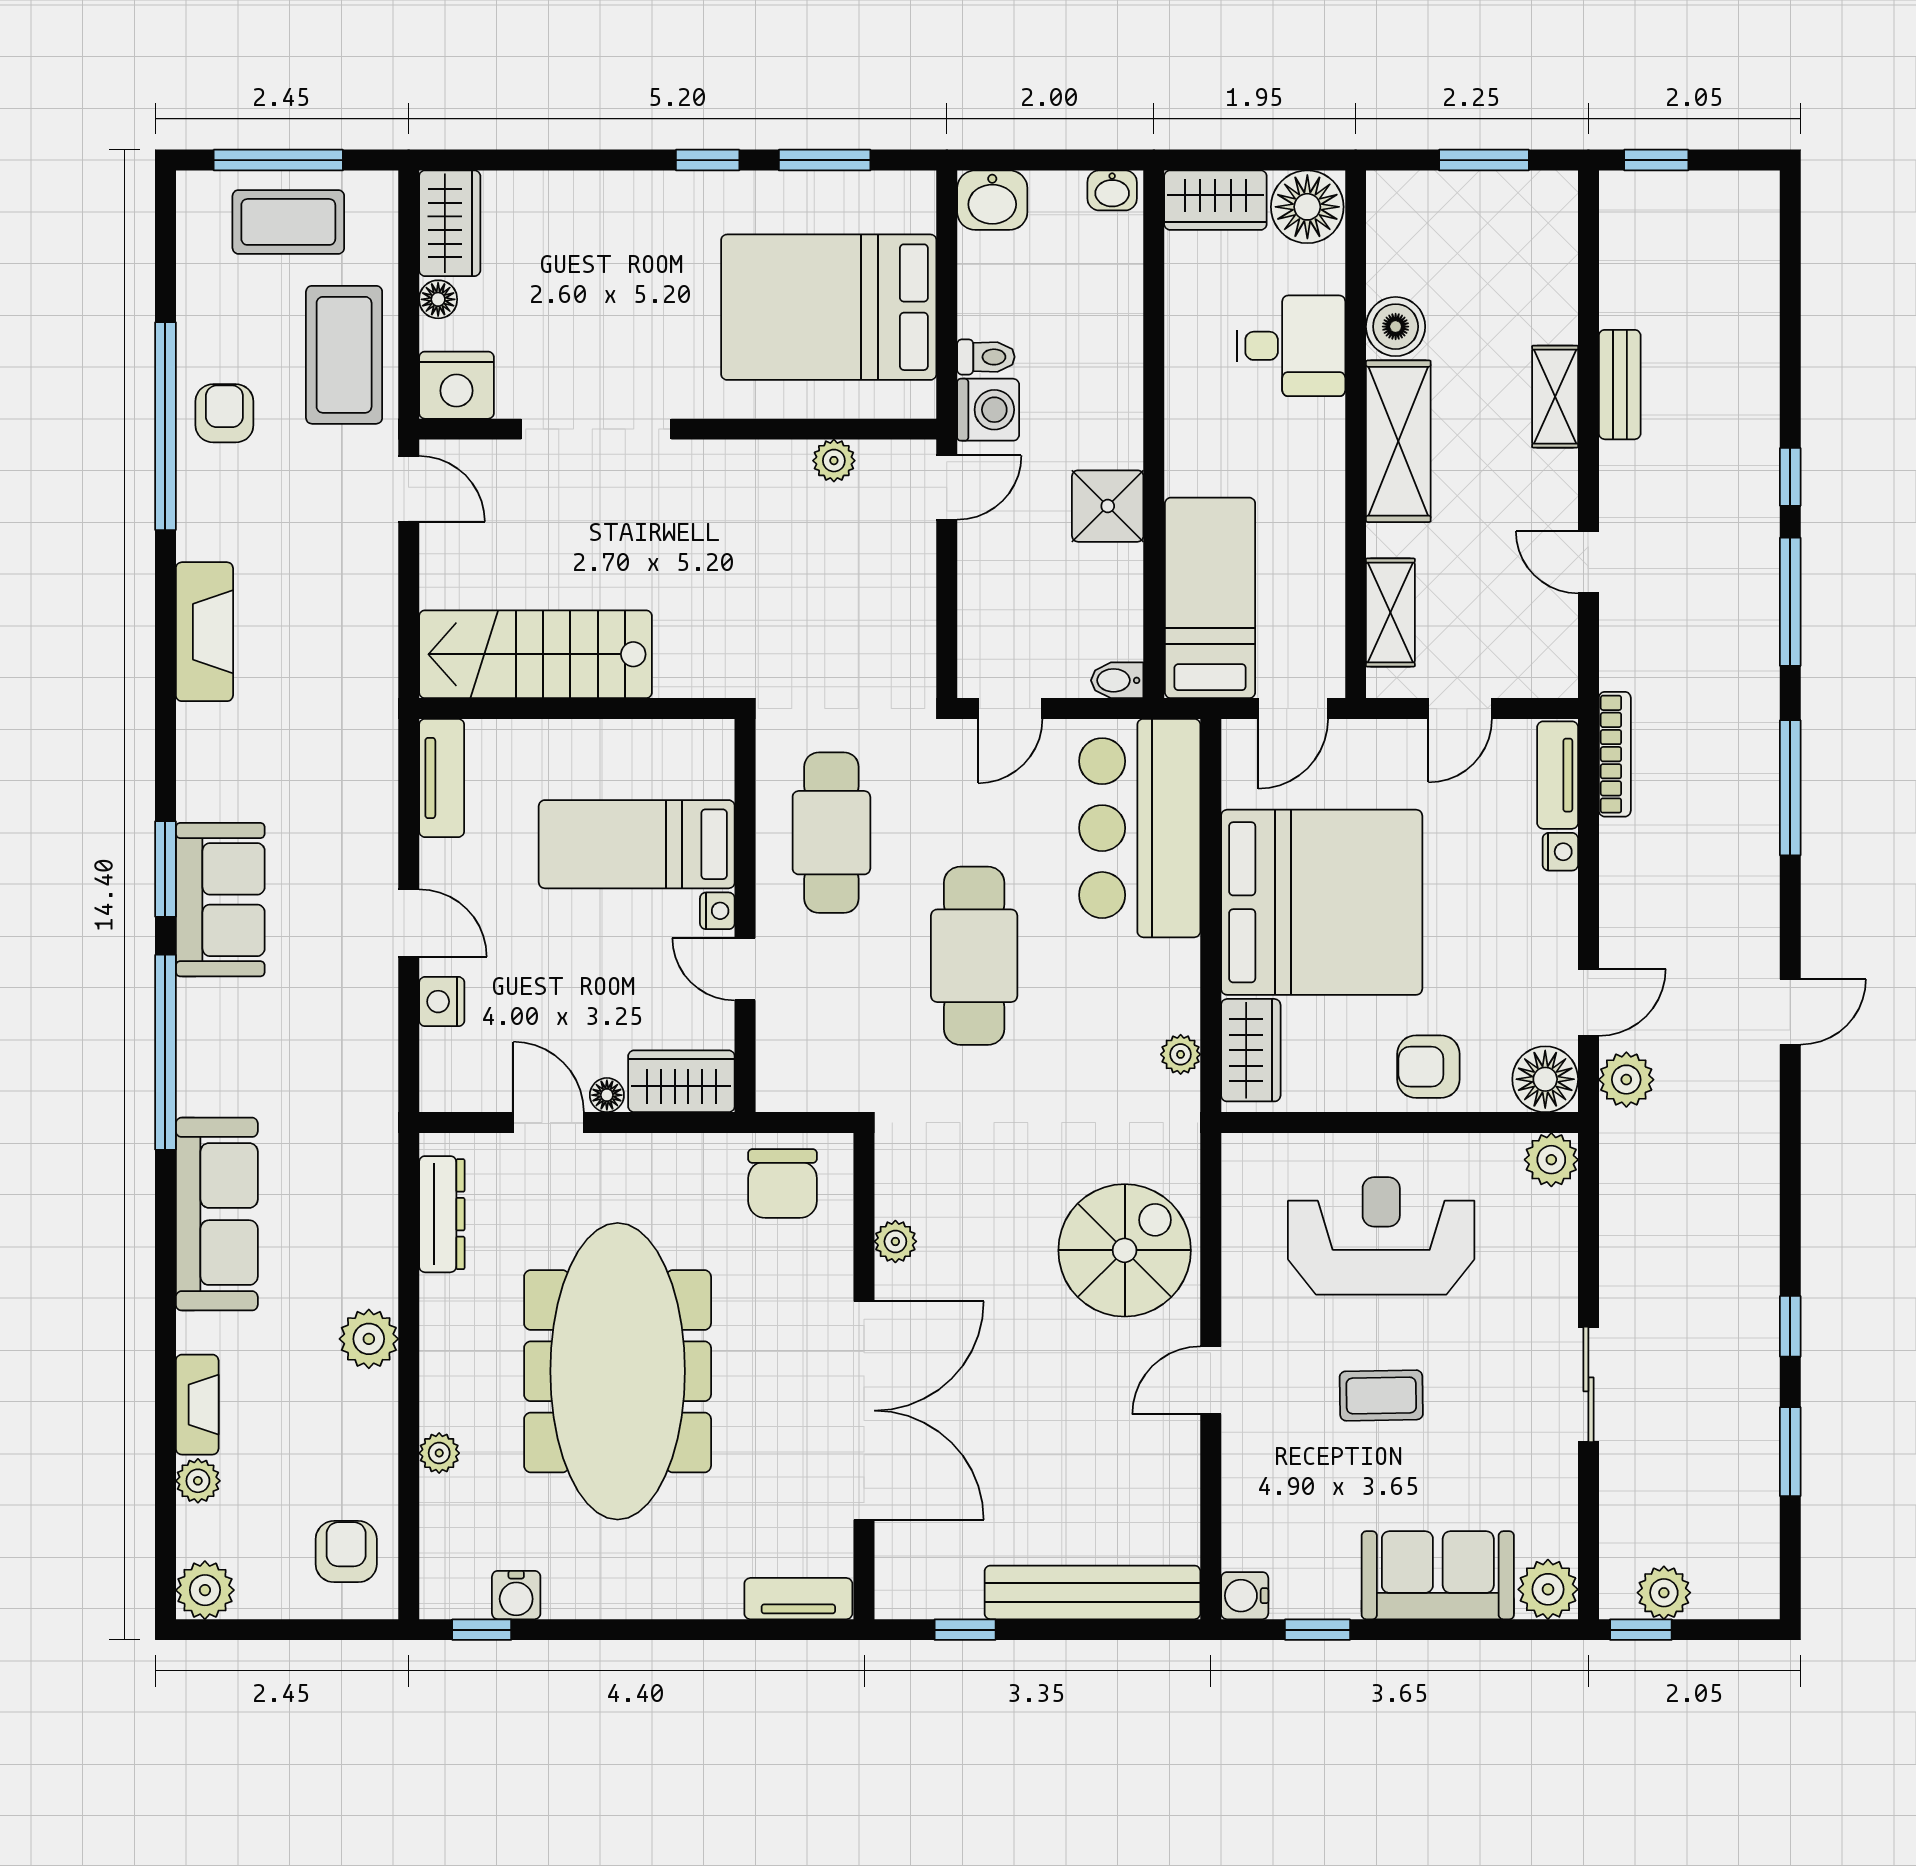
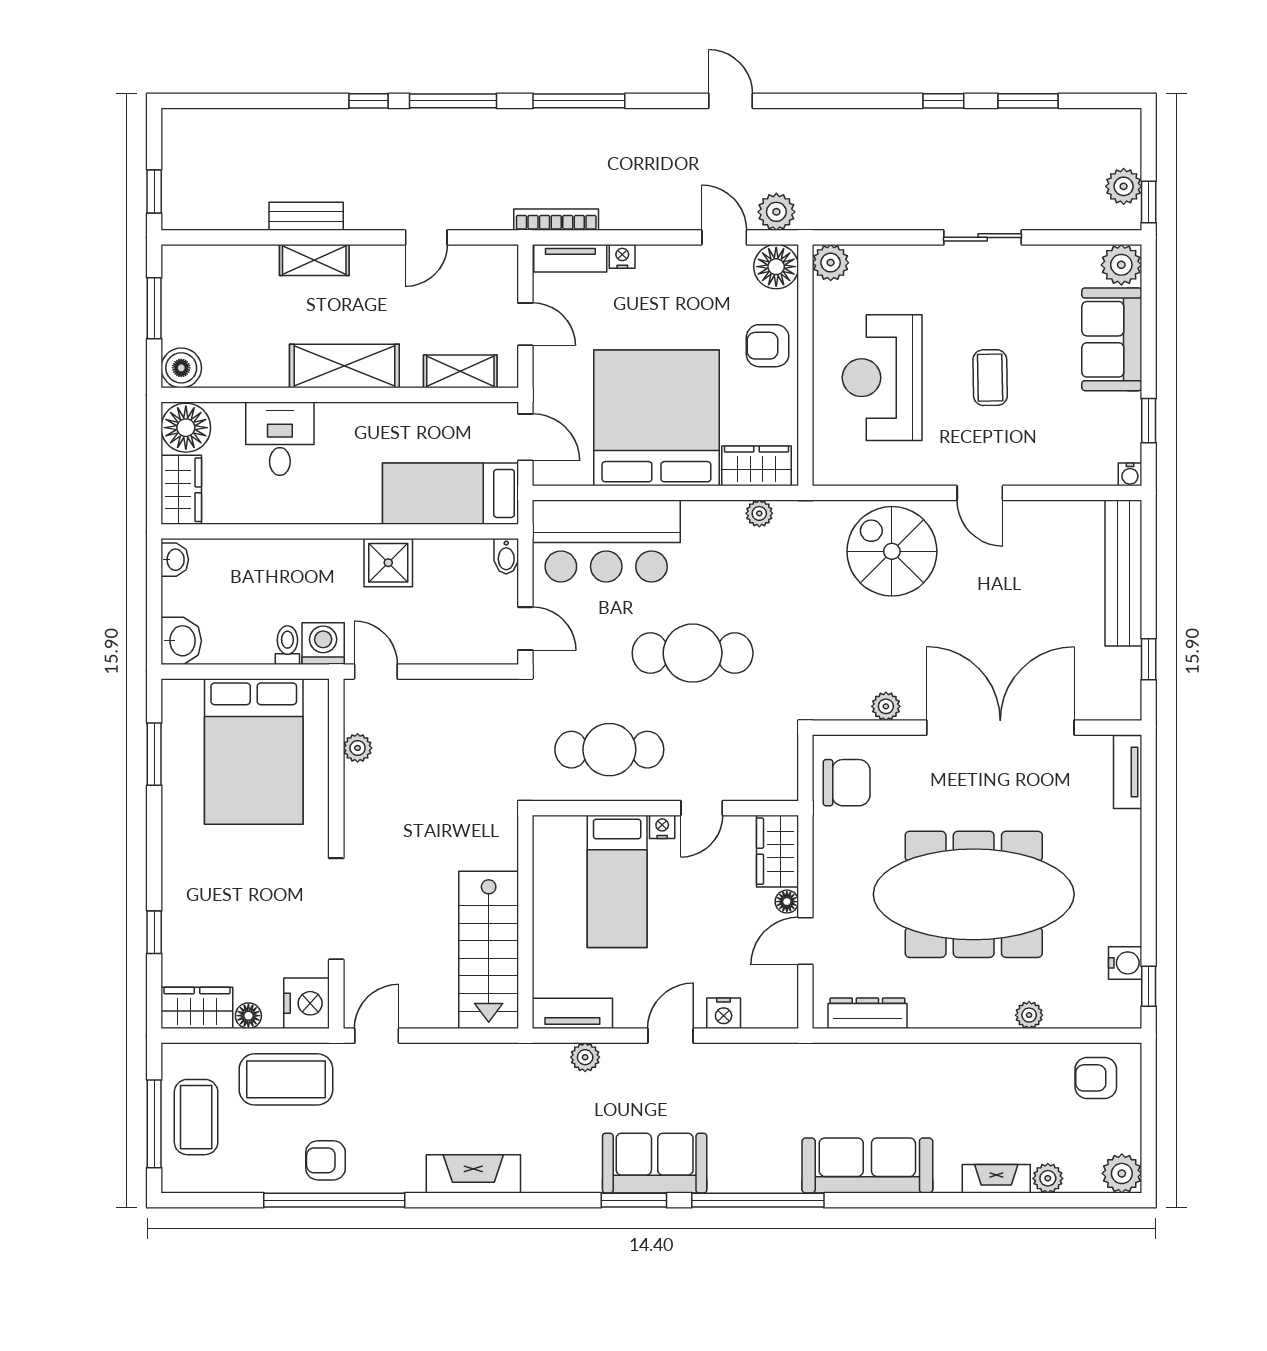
window: (708, 160) -> (154, 932), moved
boiler: (1396, 327) -> (181, 368), moved
armchair: (1428, 1067) -> (768, 346), turned 90
plant: (369, 1339) -> (585, 1057), moved, width x0.73, depth x0.73
water cooler: (1245, 1596) -> (1130, 474), width x0.72, depth x0.72

